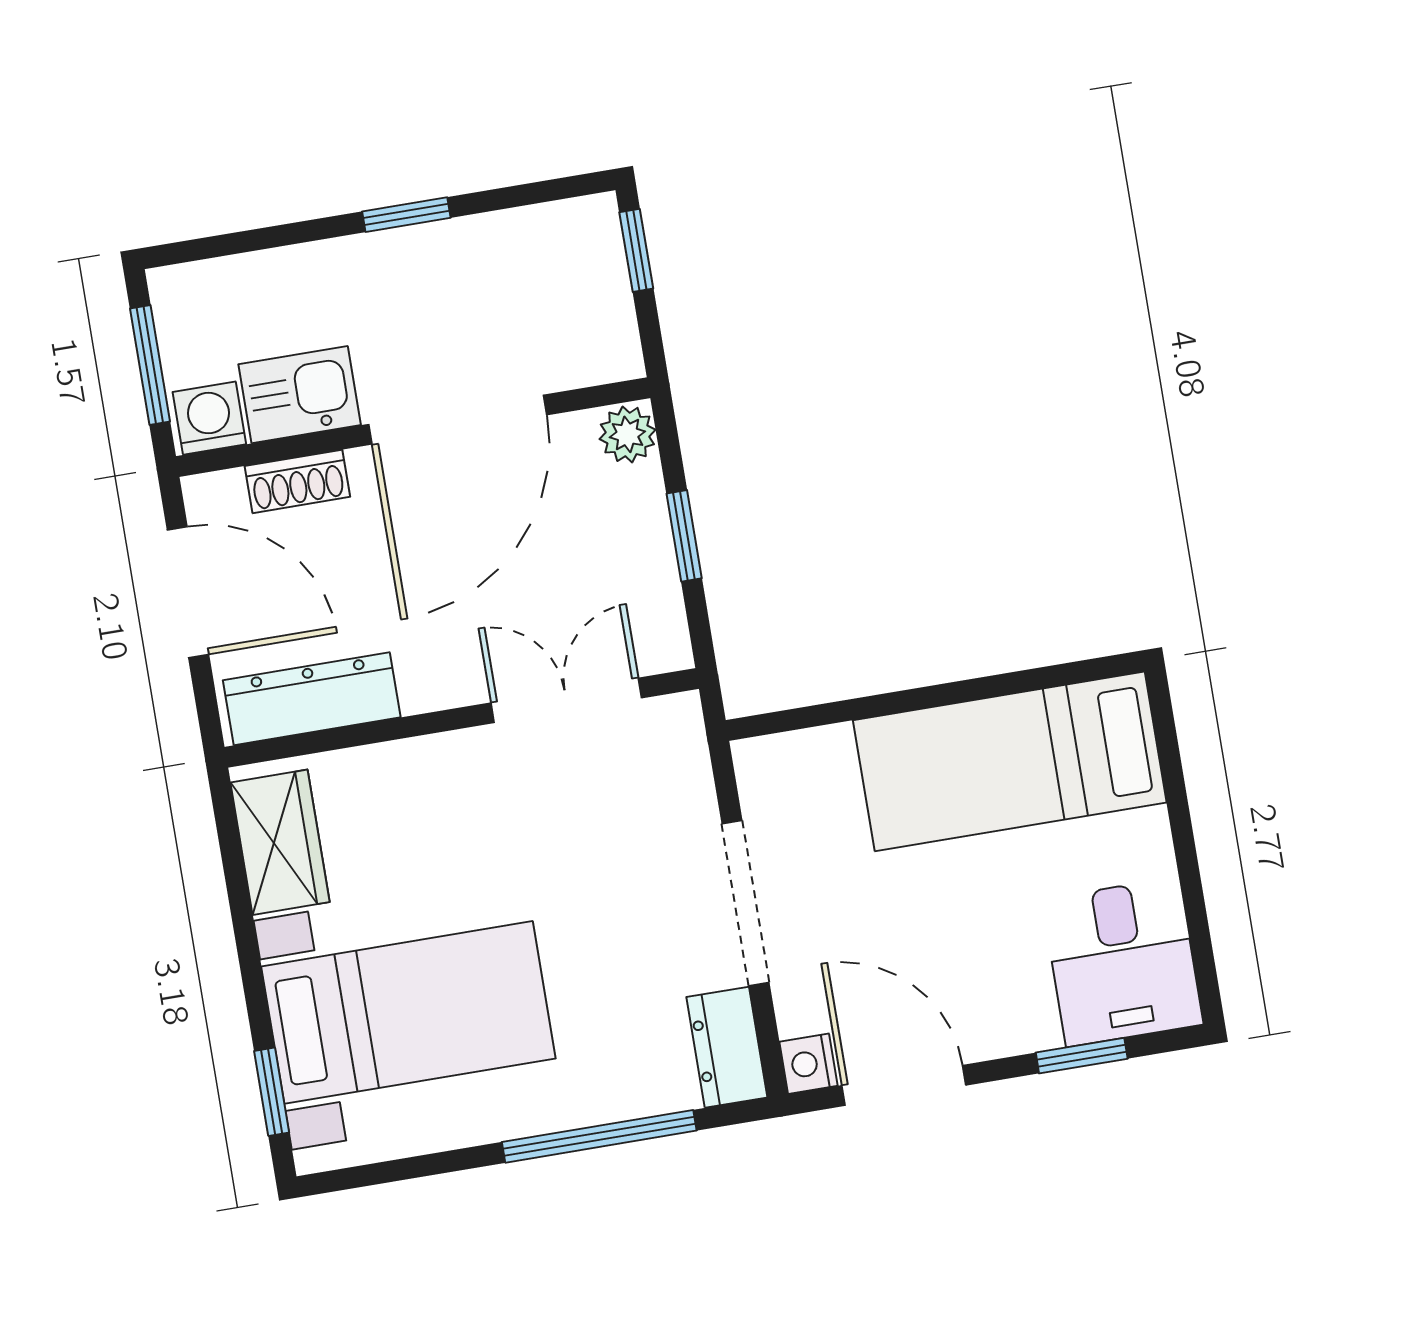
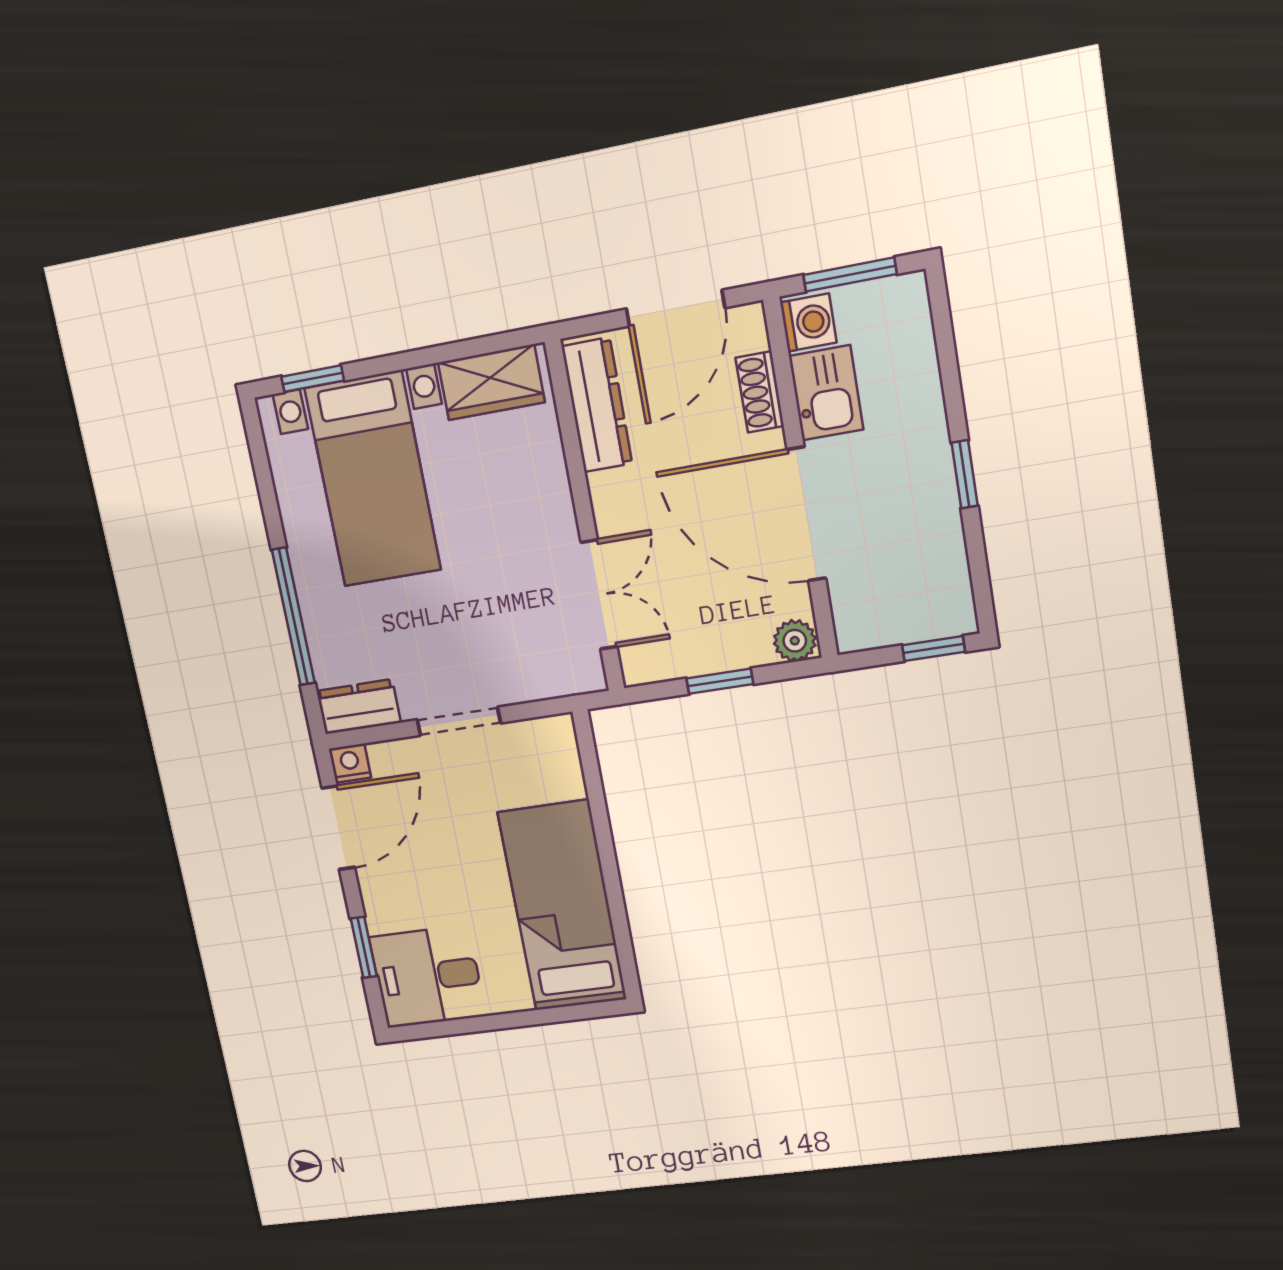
doorway: (745, 903) -> (459, 721), width x0.73

